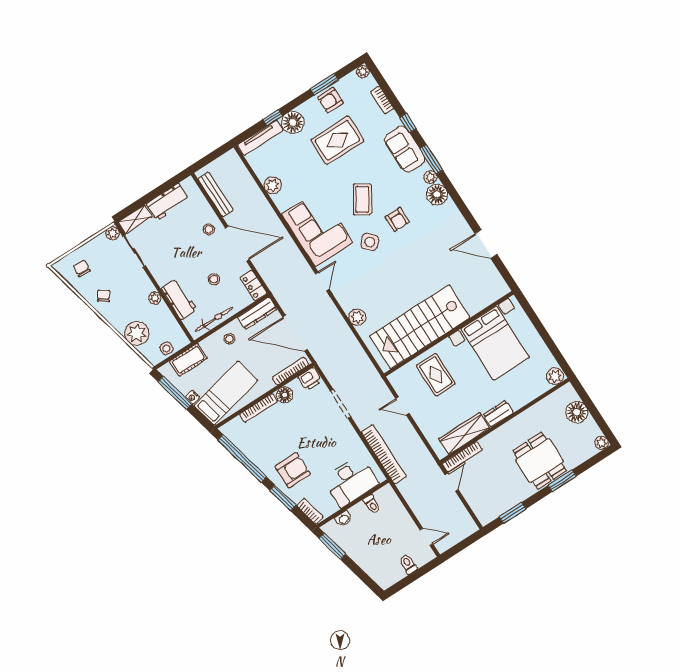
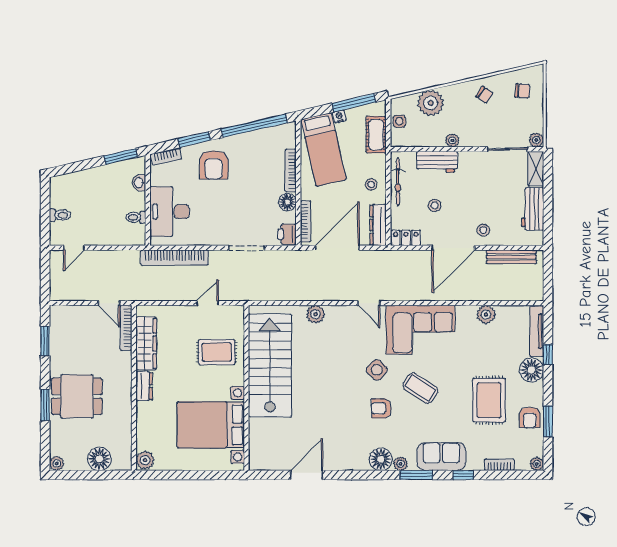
armchair: (330, 100) -> (530, 417), turned 180

